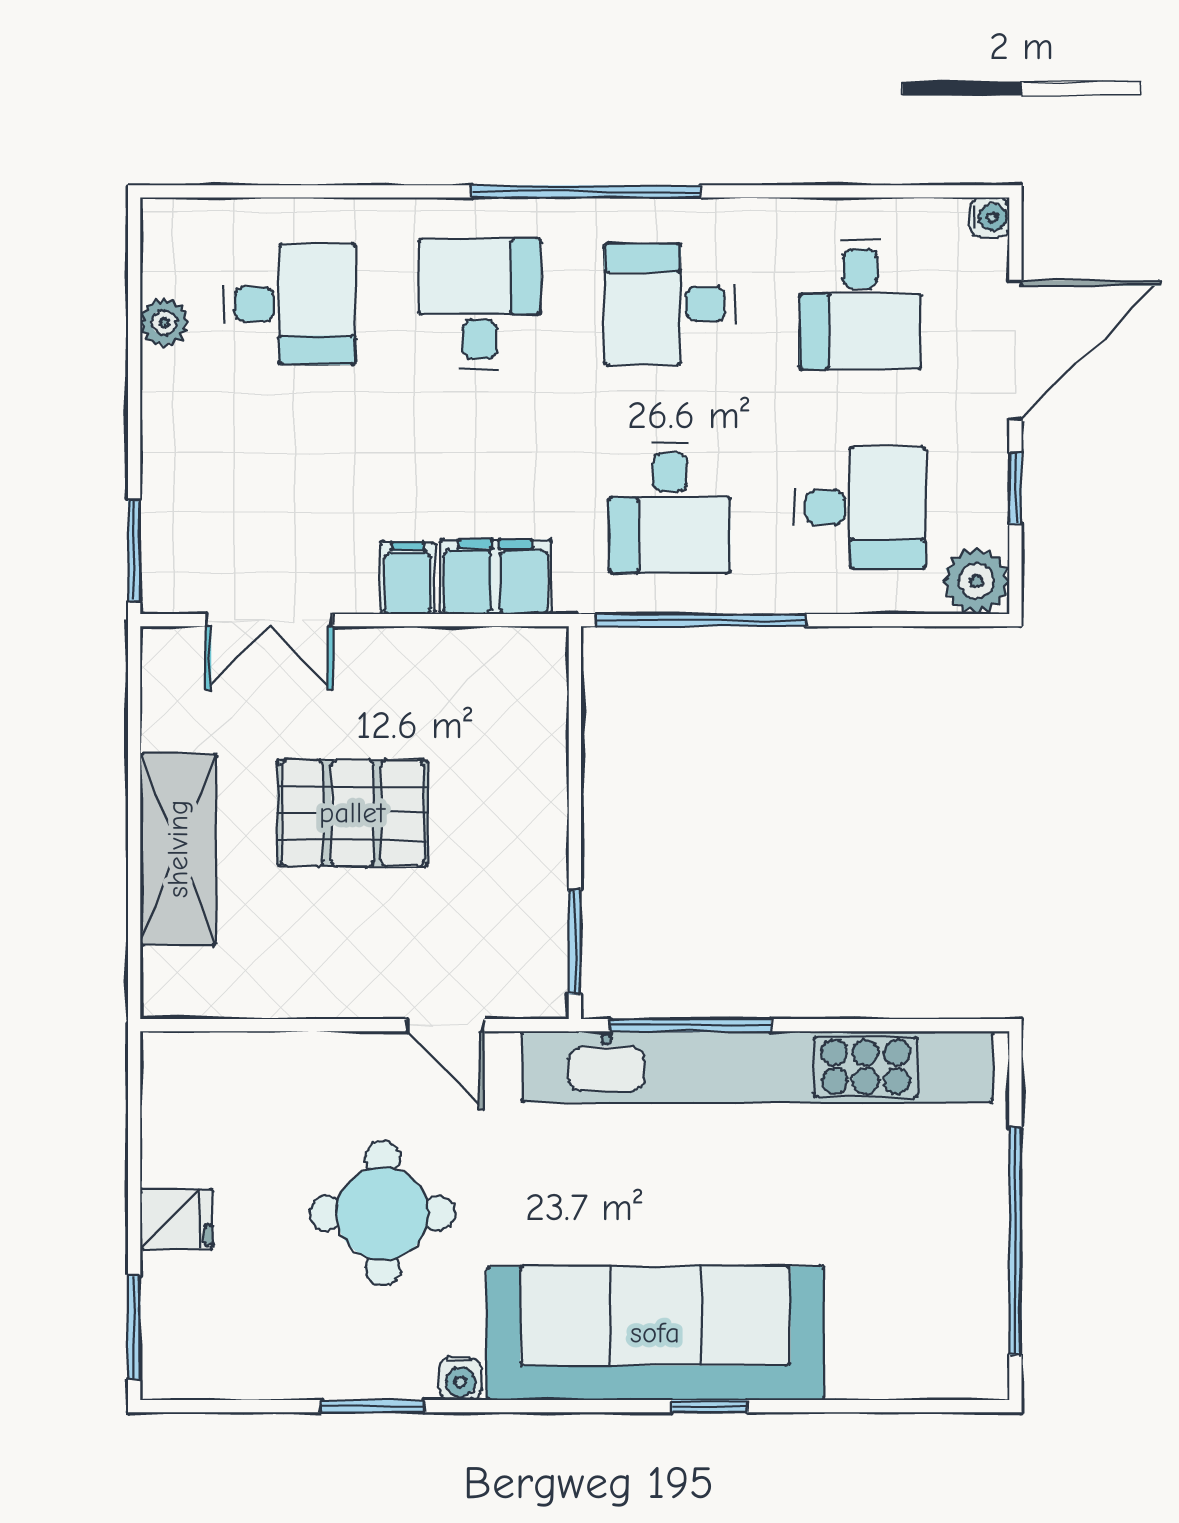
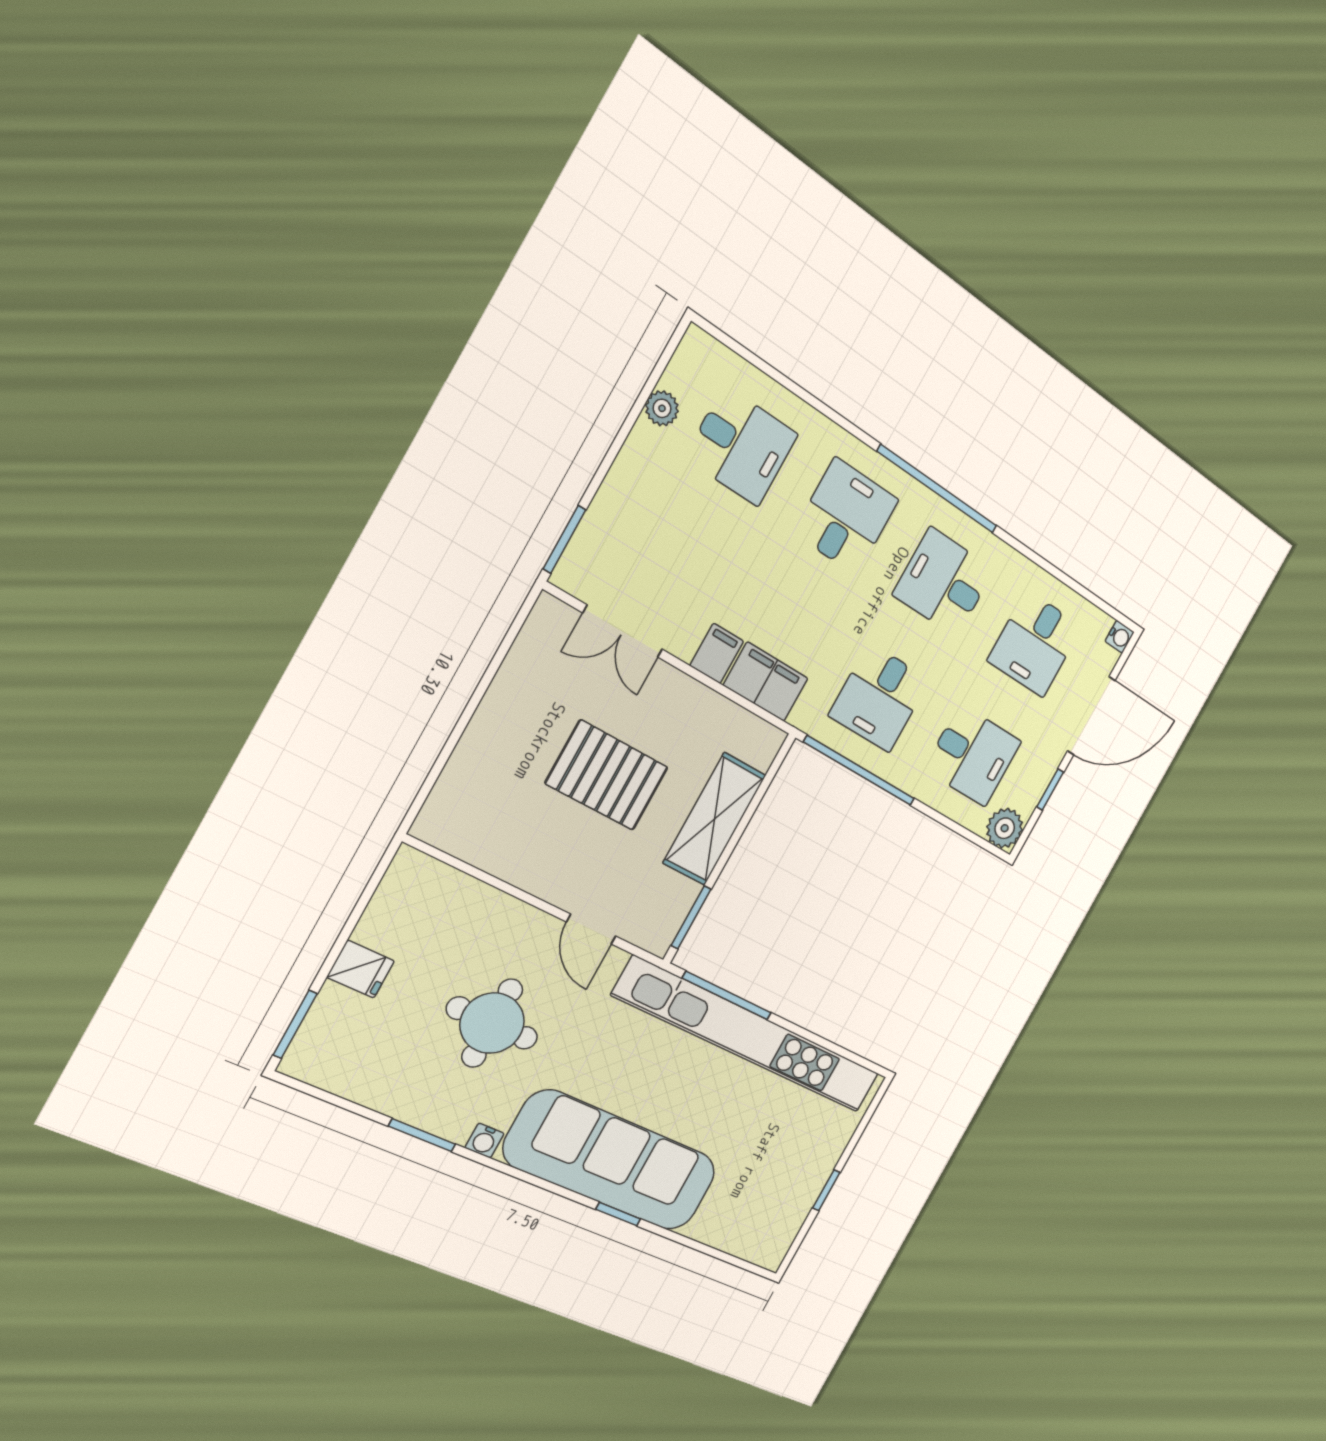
shelving: (178, 849) -> (714, 819), moved
window: (1015, 1241) -> (826, 1190), width x0.32

